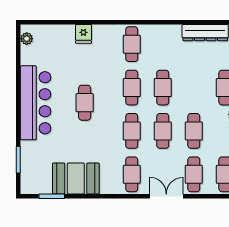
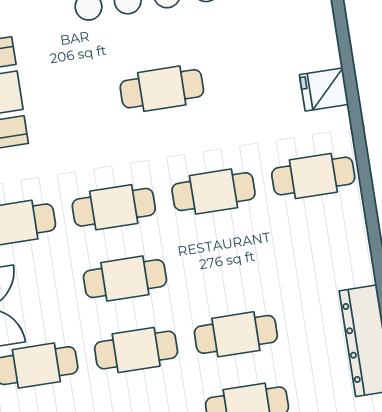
fridge: (83, 34) -> (324, 90), moved
cafe table: (163, 88) -> (236, 334), moved

